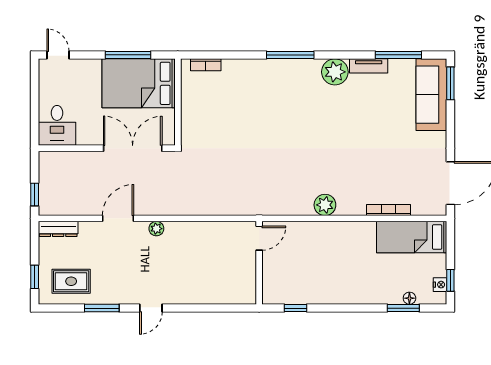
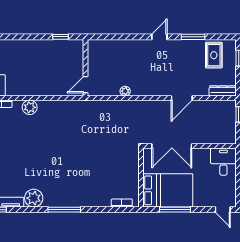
plant: (325, 205) -> (30, 107), moved
plant: (156, 229) -> (125, 91), moved
rug: (71, 281) -> (214, 55), turned 90

